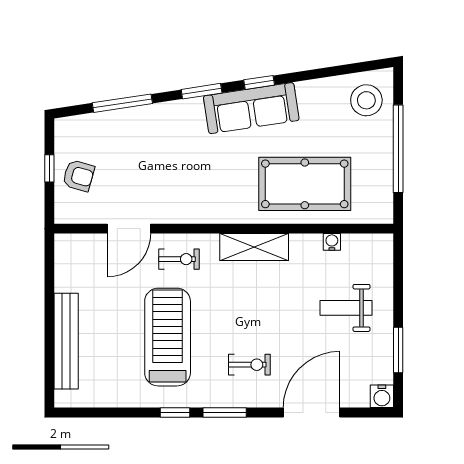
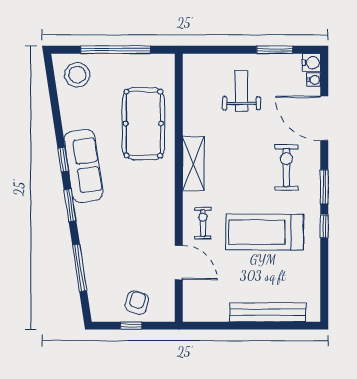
water cooler: (332, 242) -> (314, 80), moved, turned 180
weight bench: (346, 308) -> (241, 91), turned 180
exercise bike: (249, 365) -> (286, 167), width x1.38, depth x1.39

